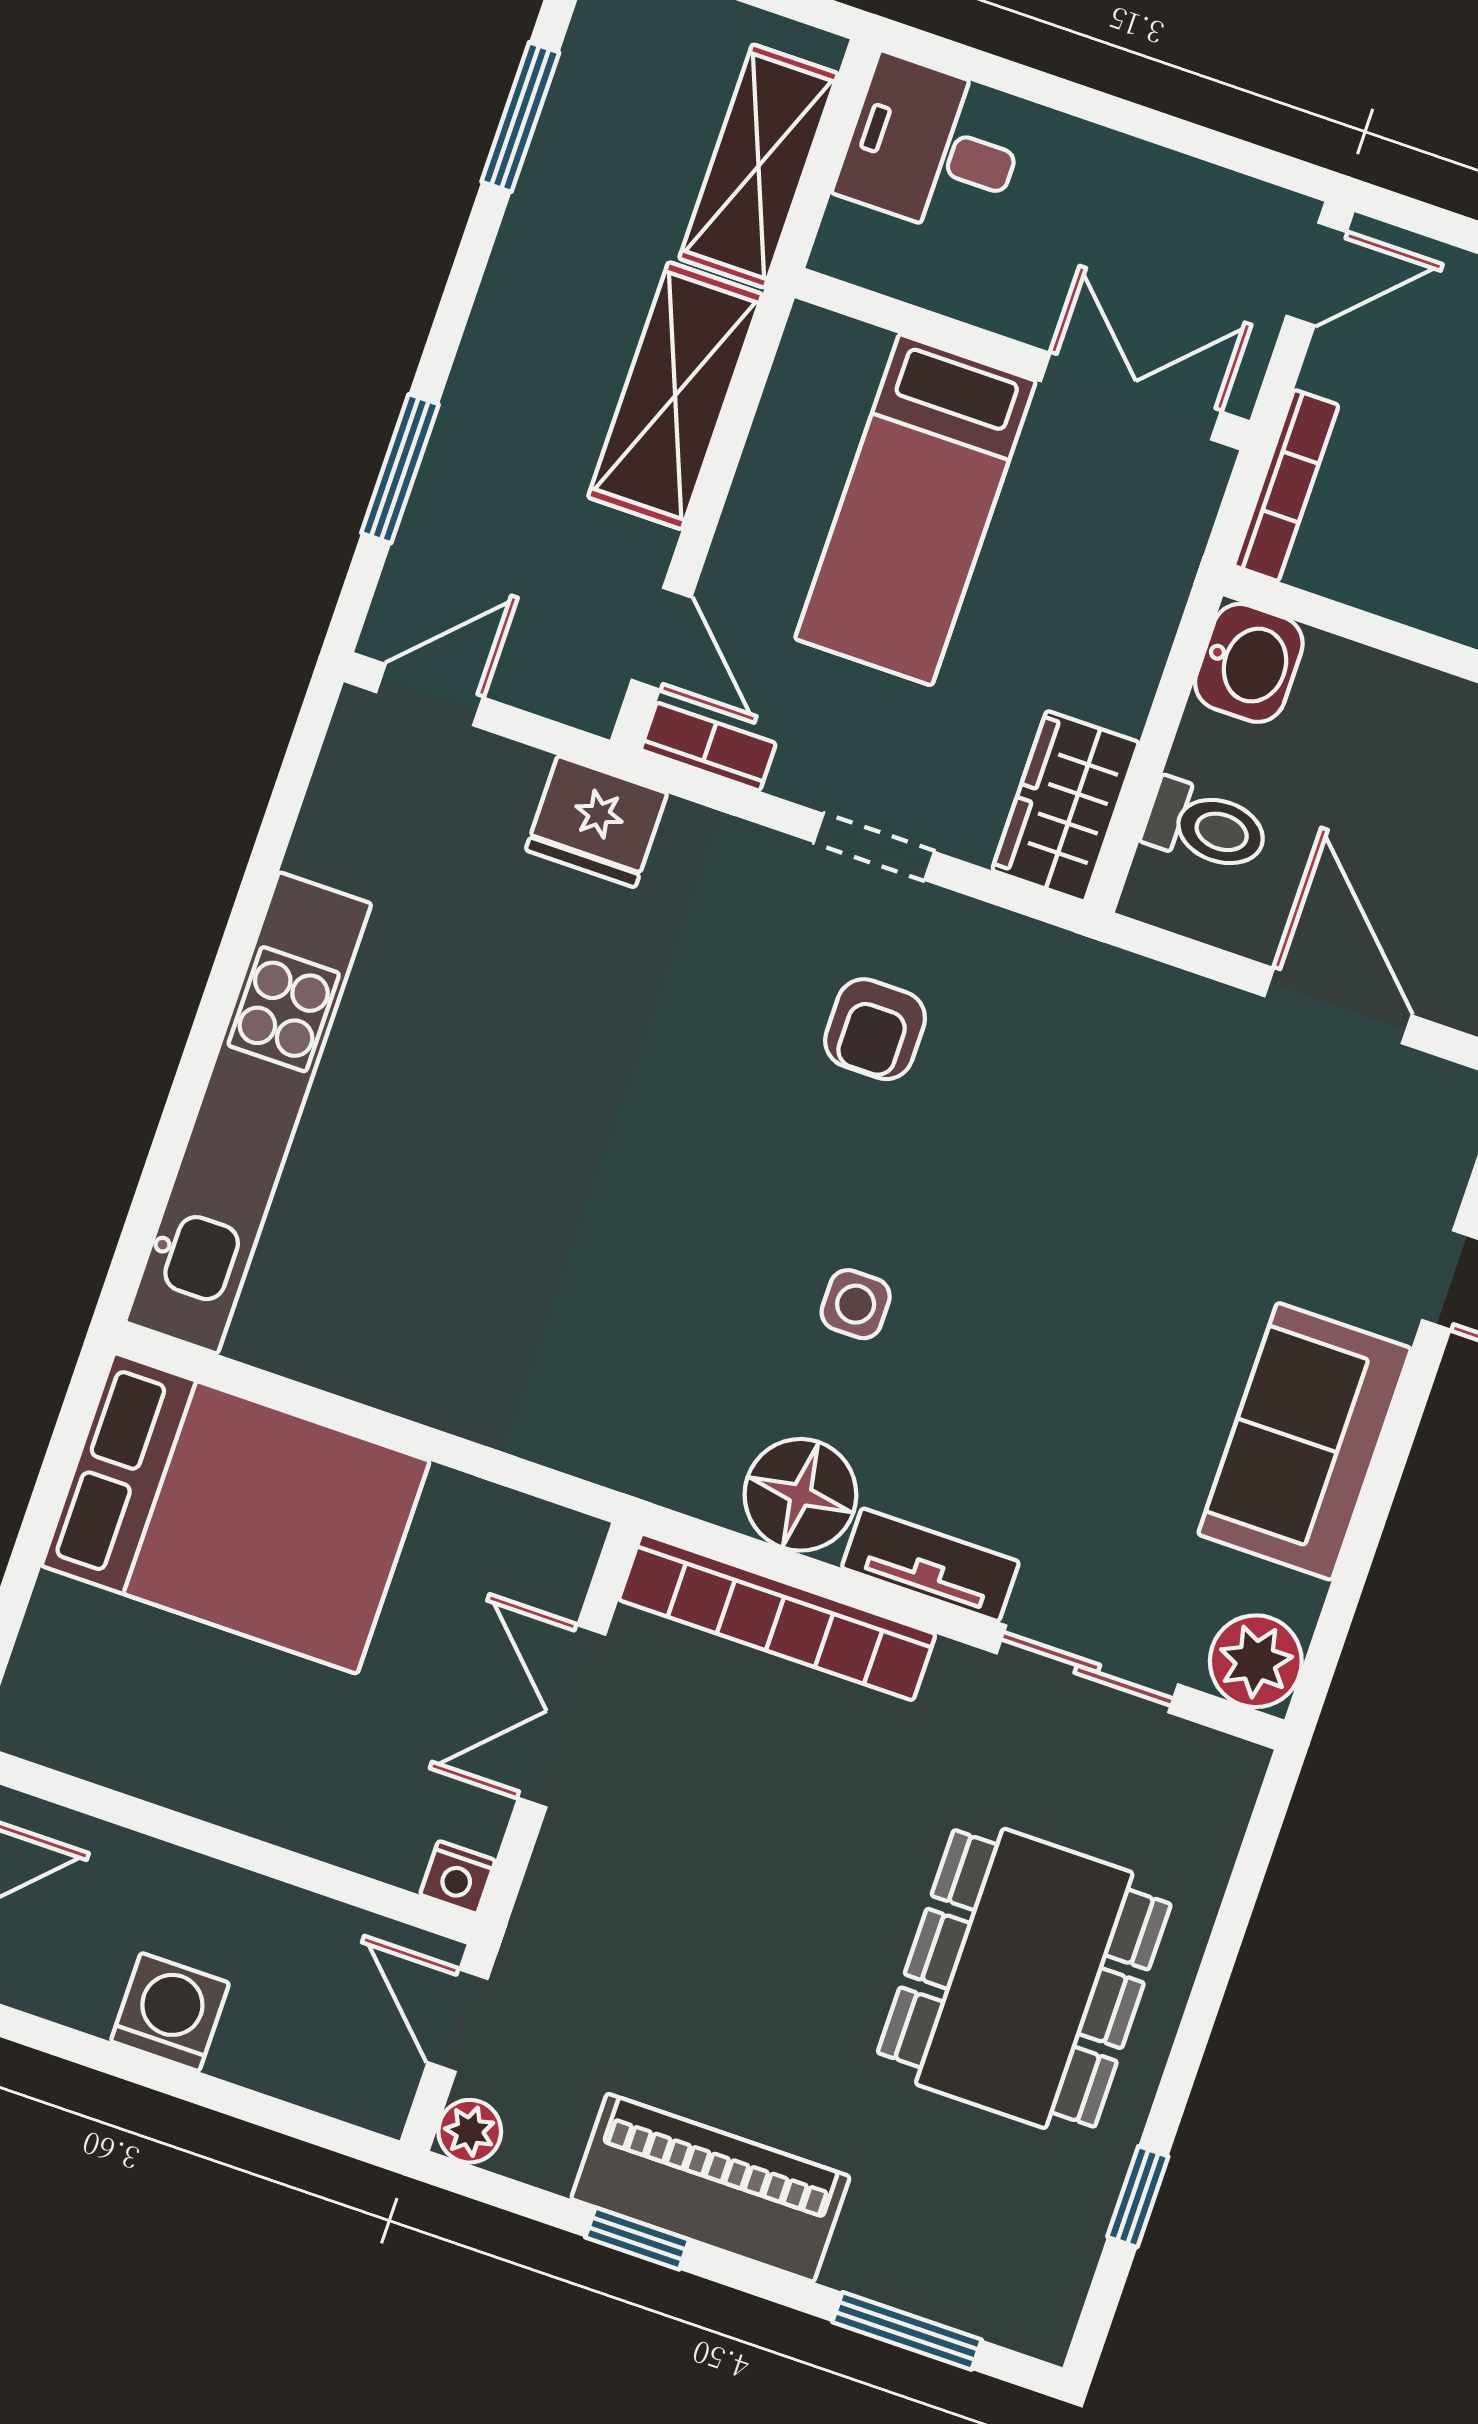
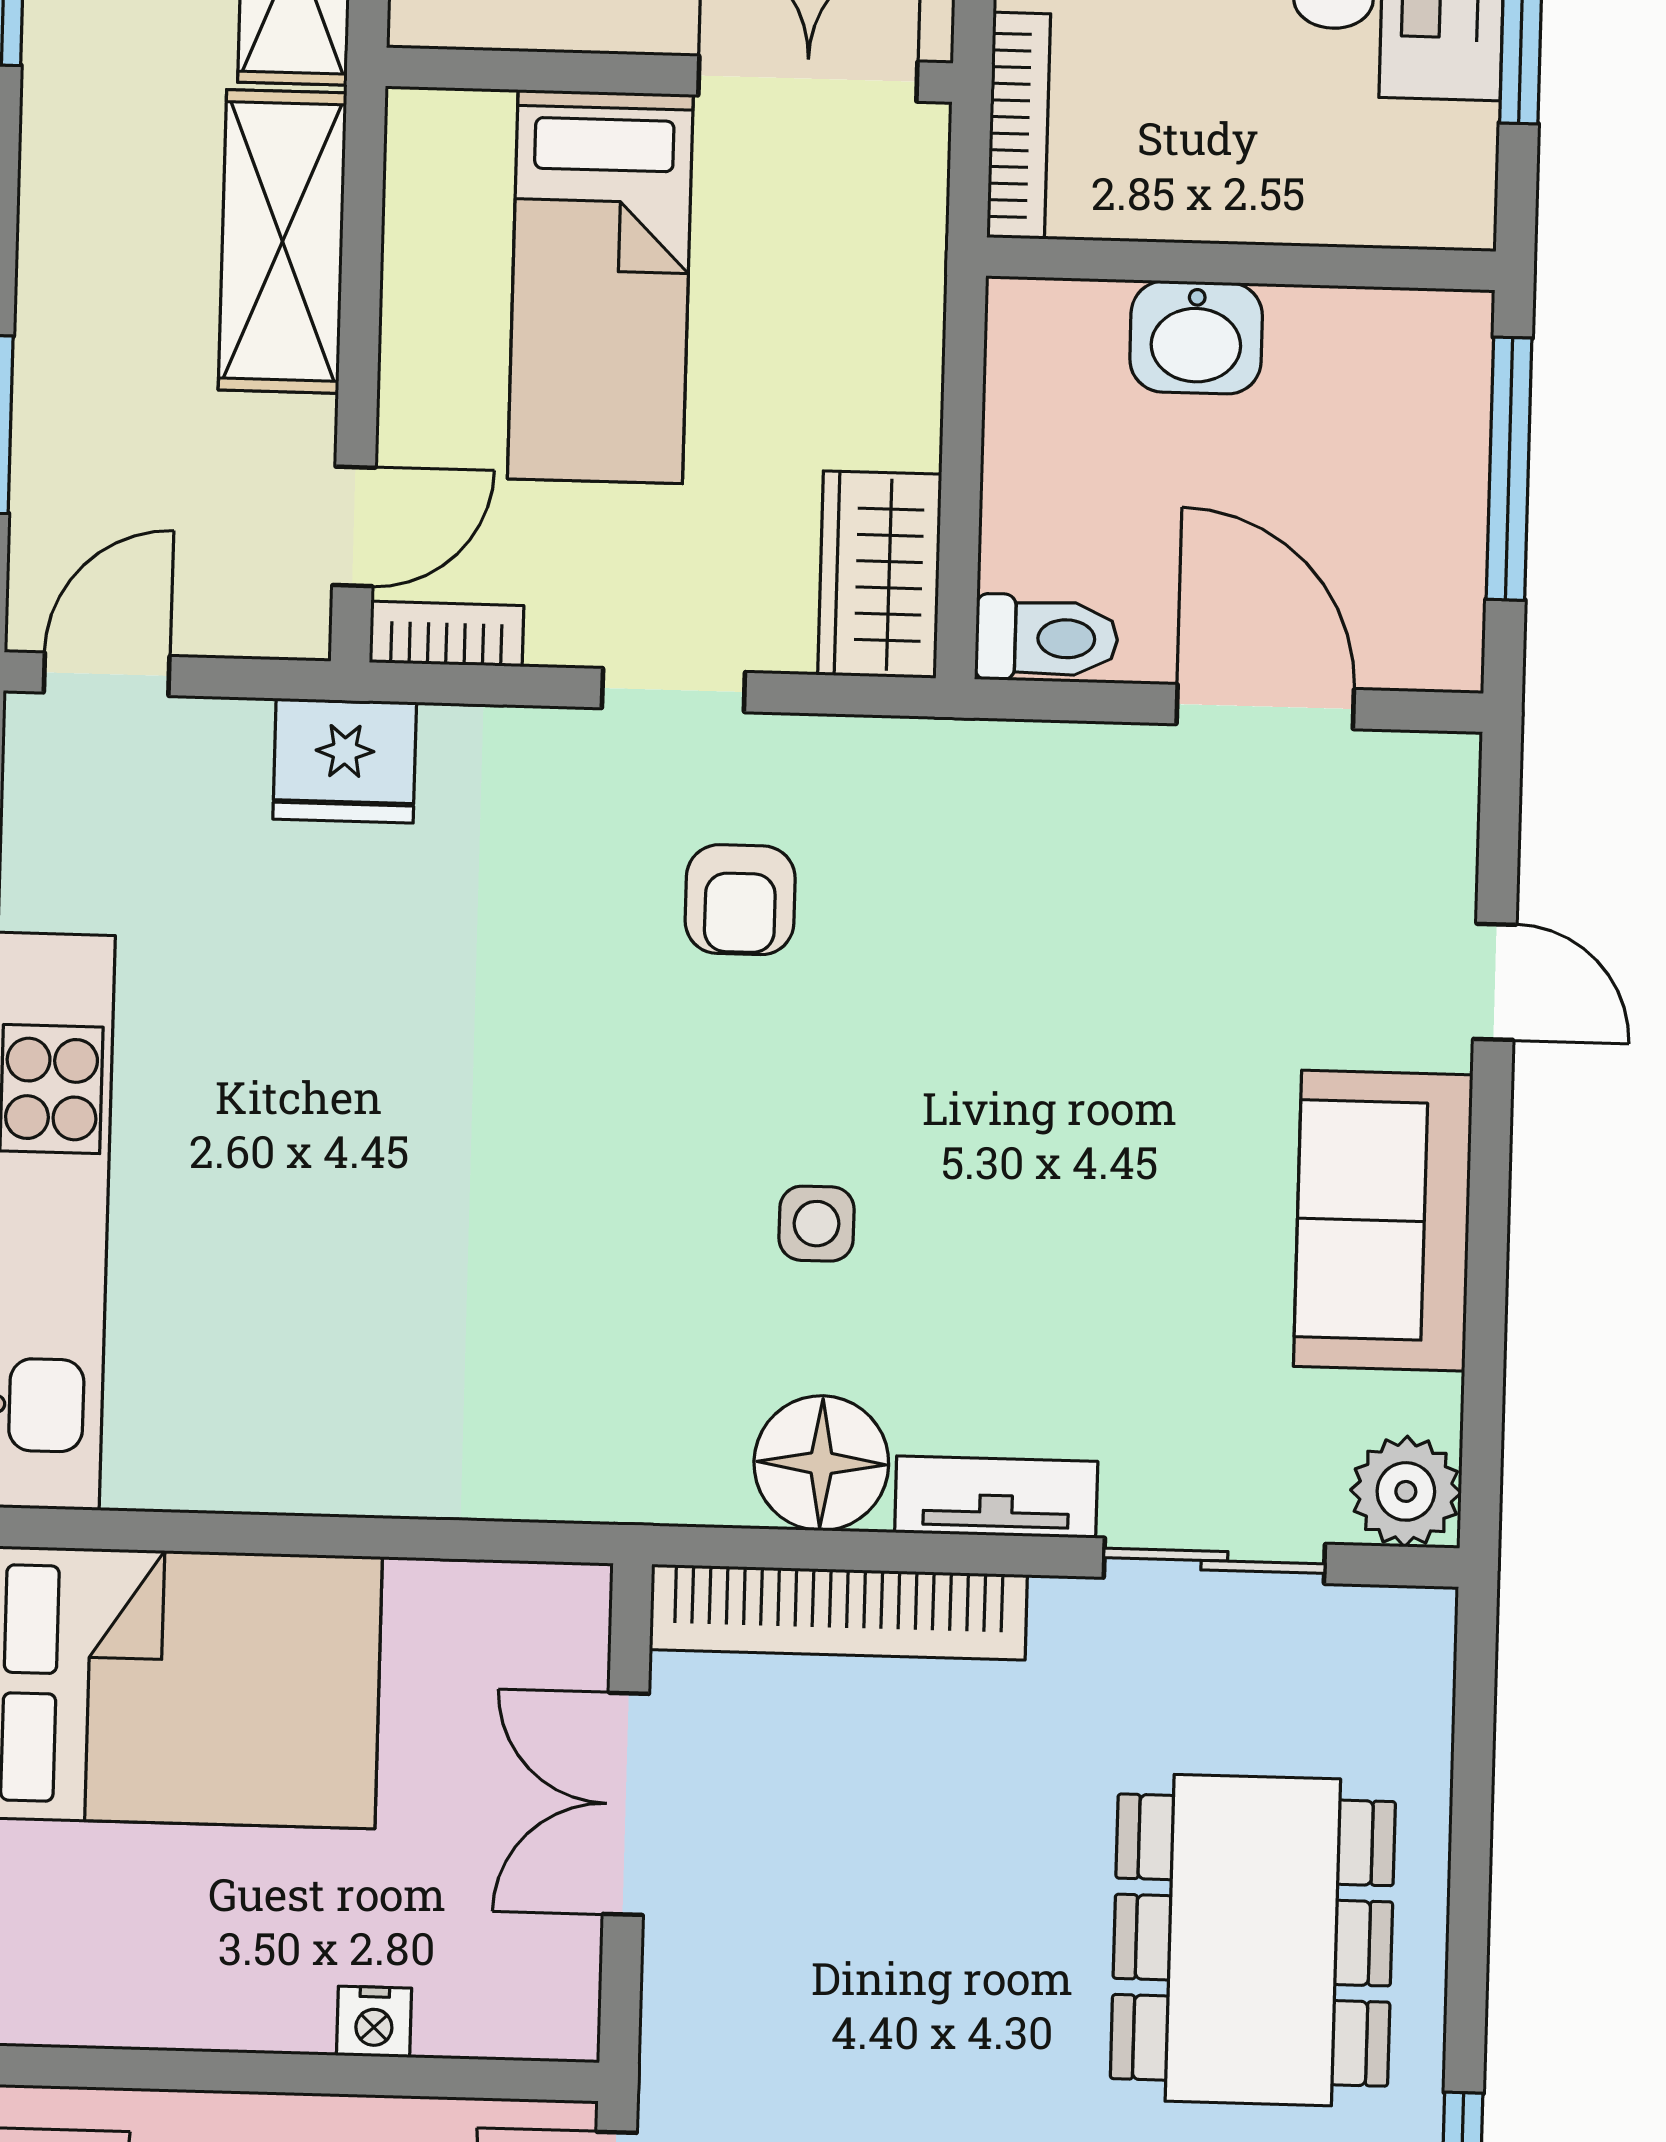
door: (661, 639) -> (354, 526), hinge flipped
washbasin: (1249, 663) -> (1196, 337), moved, turned 90
toilet: (1206, 827) -> (1046, 638), moved
nightstand: (458, 1877) -> (374, 2022), moved

